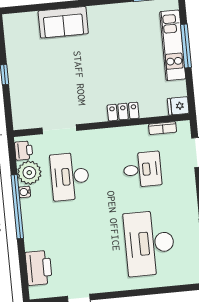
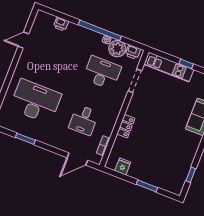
kitchen unit: (173, 45) -> (169, 67), moved, turned 180
window: (186, 46) -> (147, 186), width x0.69
fridge: (178, 106) -> (123, 166), moved
printer: (39, 268) -> (61, 24), width x0.53, depth x0.68

